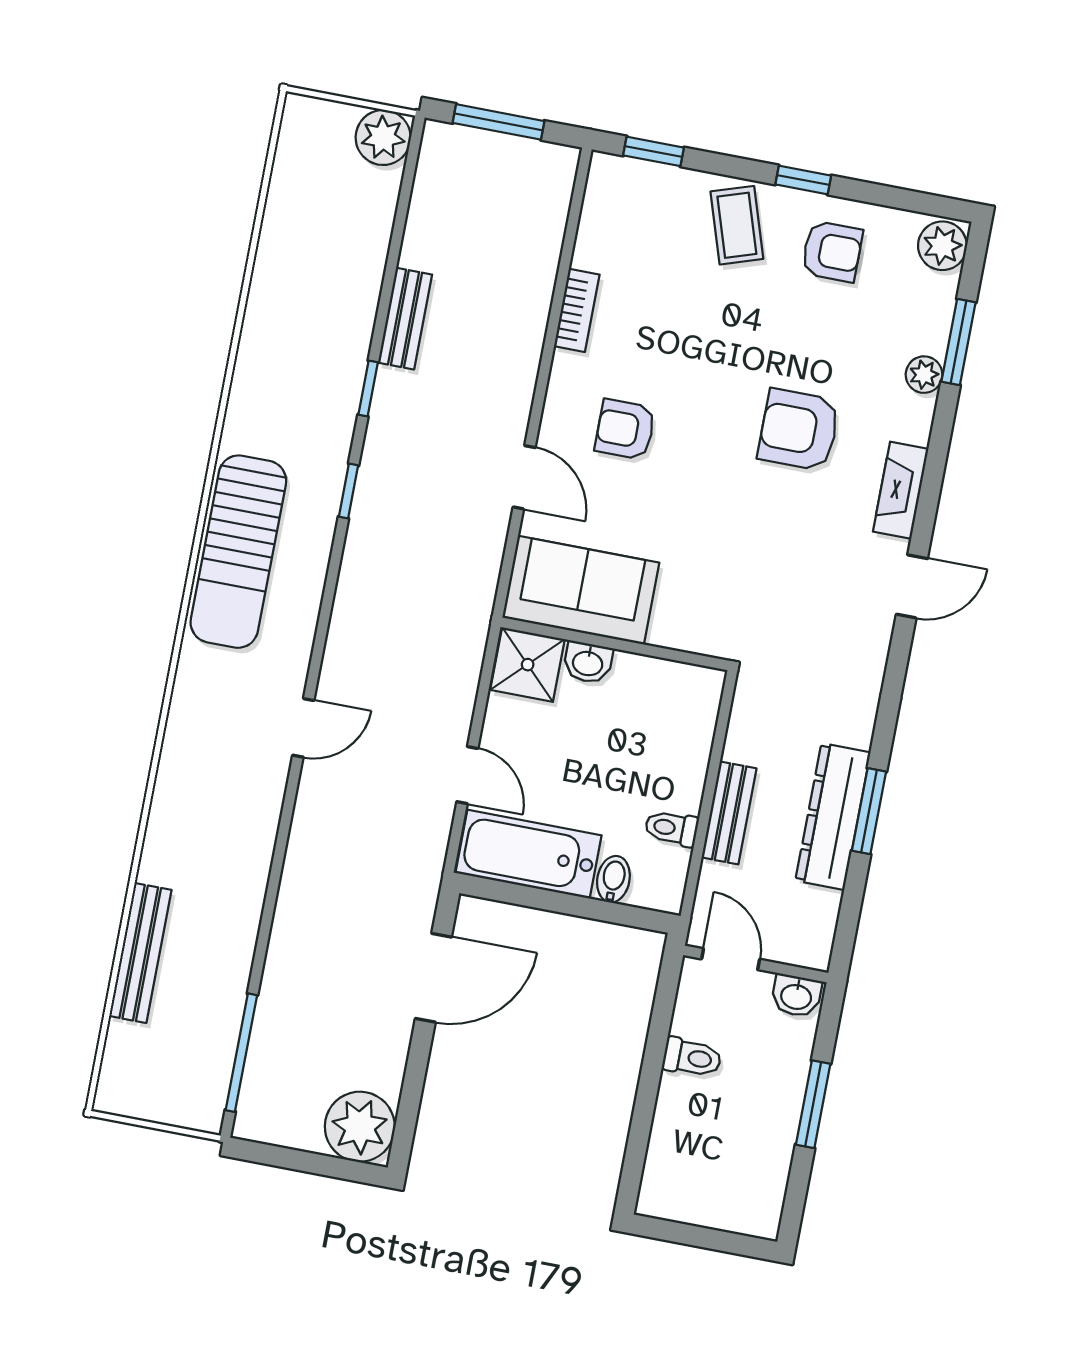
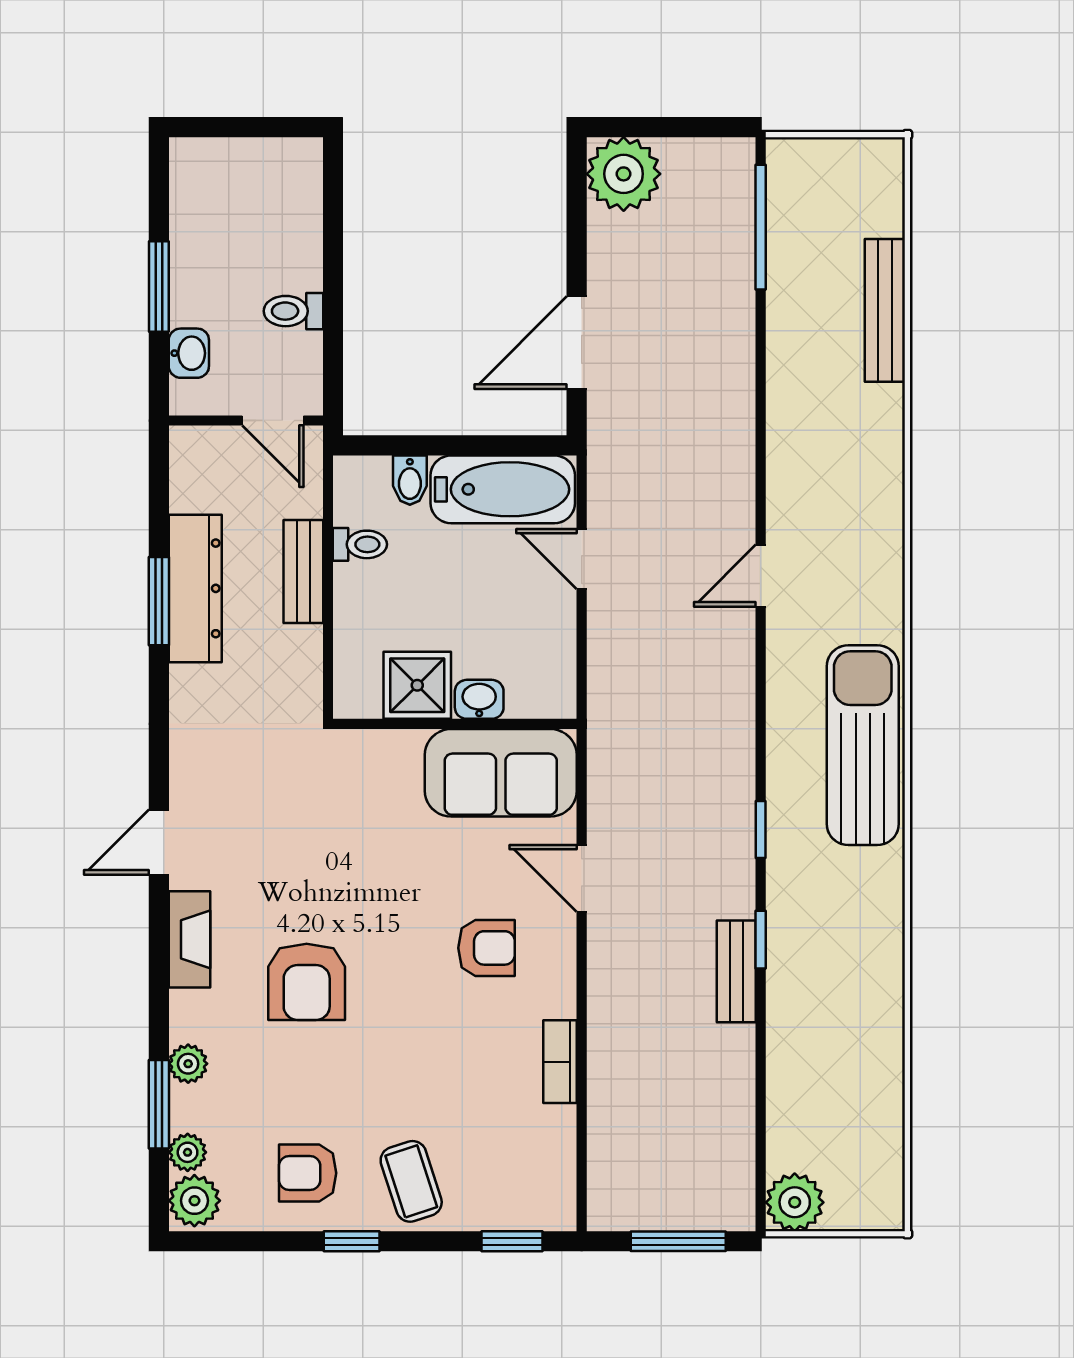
plant: (940, 292) -> (188, 1152), added
bench: (405, 319) -> (736, 971), moved
armchair: (799, 430) -> (307, 982), turned 90
shower: (528, 665) -> (417, 685), moved
washbasin: (796, 996) -> (189, 353), moved, turned 90

